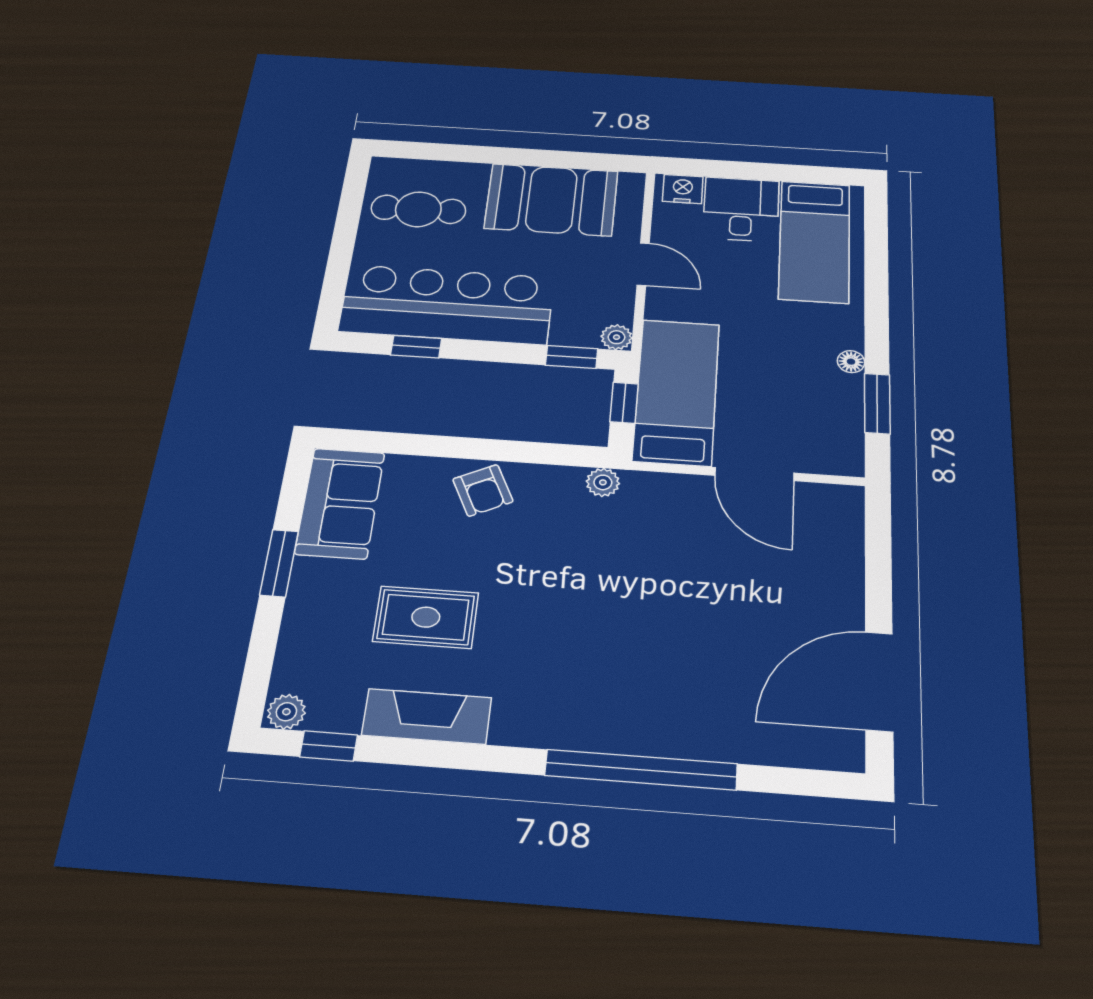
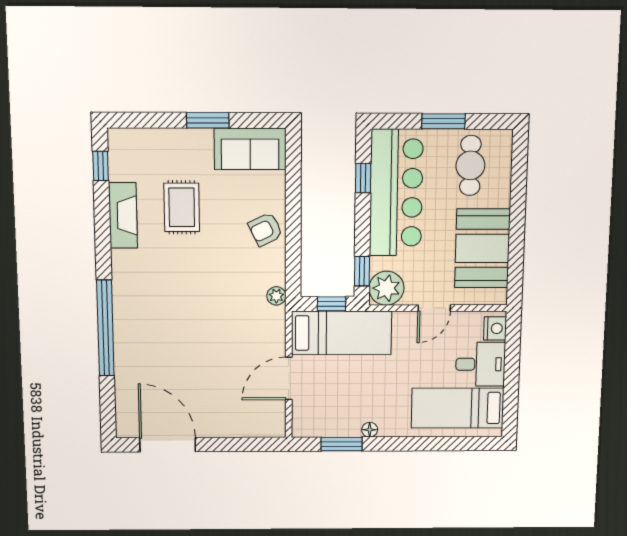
window: (344, 239) -> (443, 121), added
plant: (617, 337) -> (386, 288), width x1.87, depth x1.87
plant: (286, 712) -> (118, 140), removed

